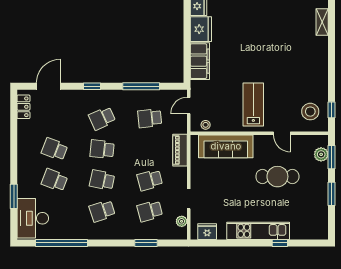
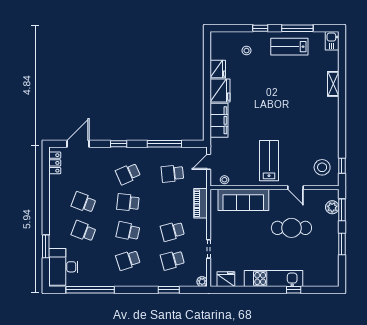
plant: (182, 221) -> (202, 282), moved

